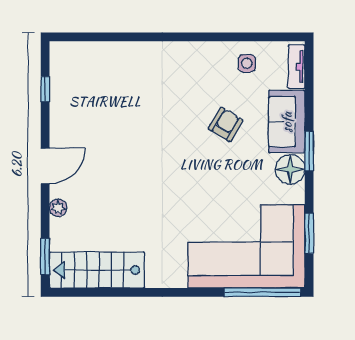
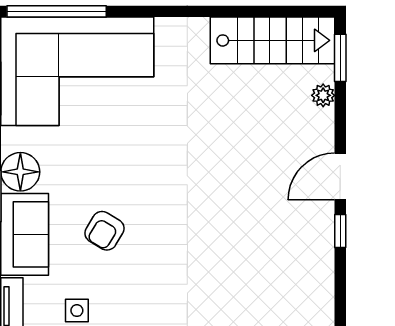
window: (45, 89) -> (340, 231), moved
plant: (58, 208) -> (323, 95), moved

